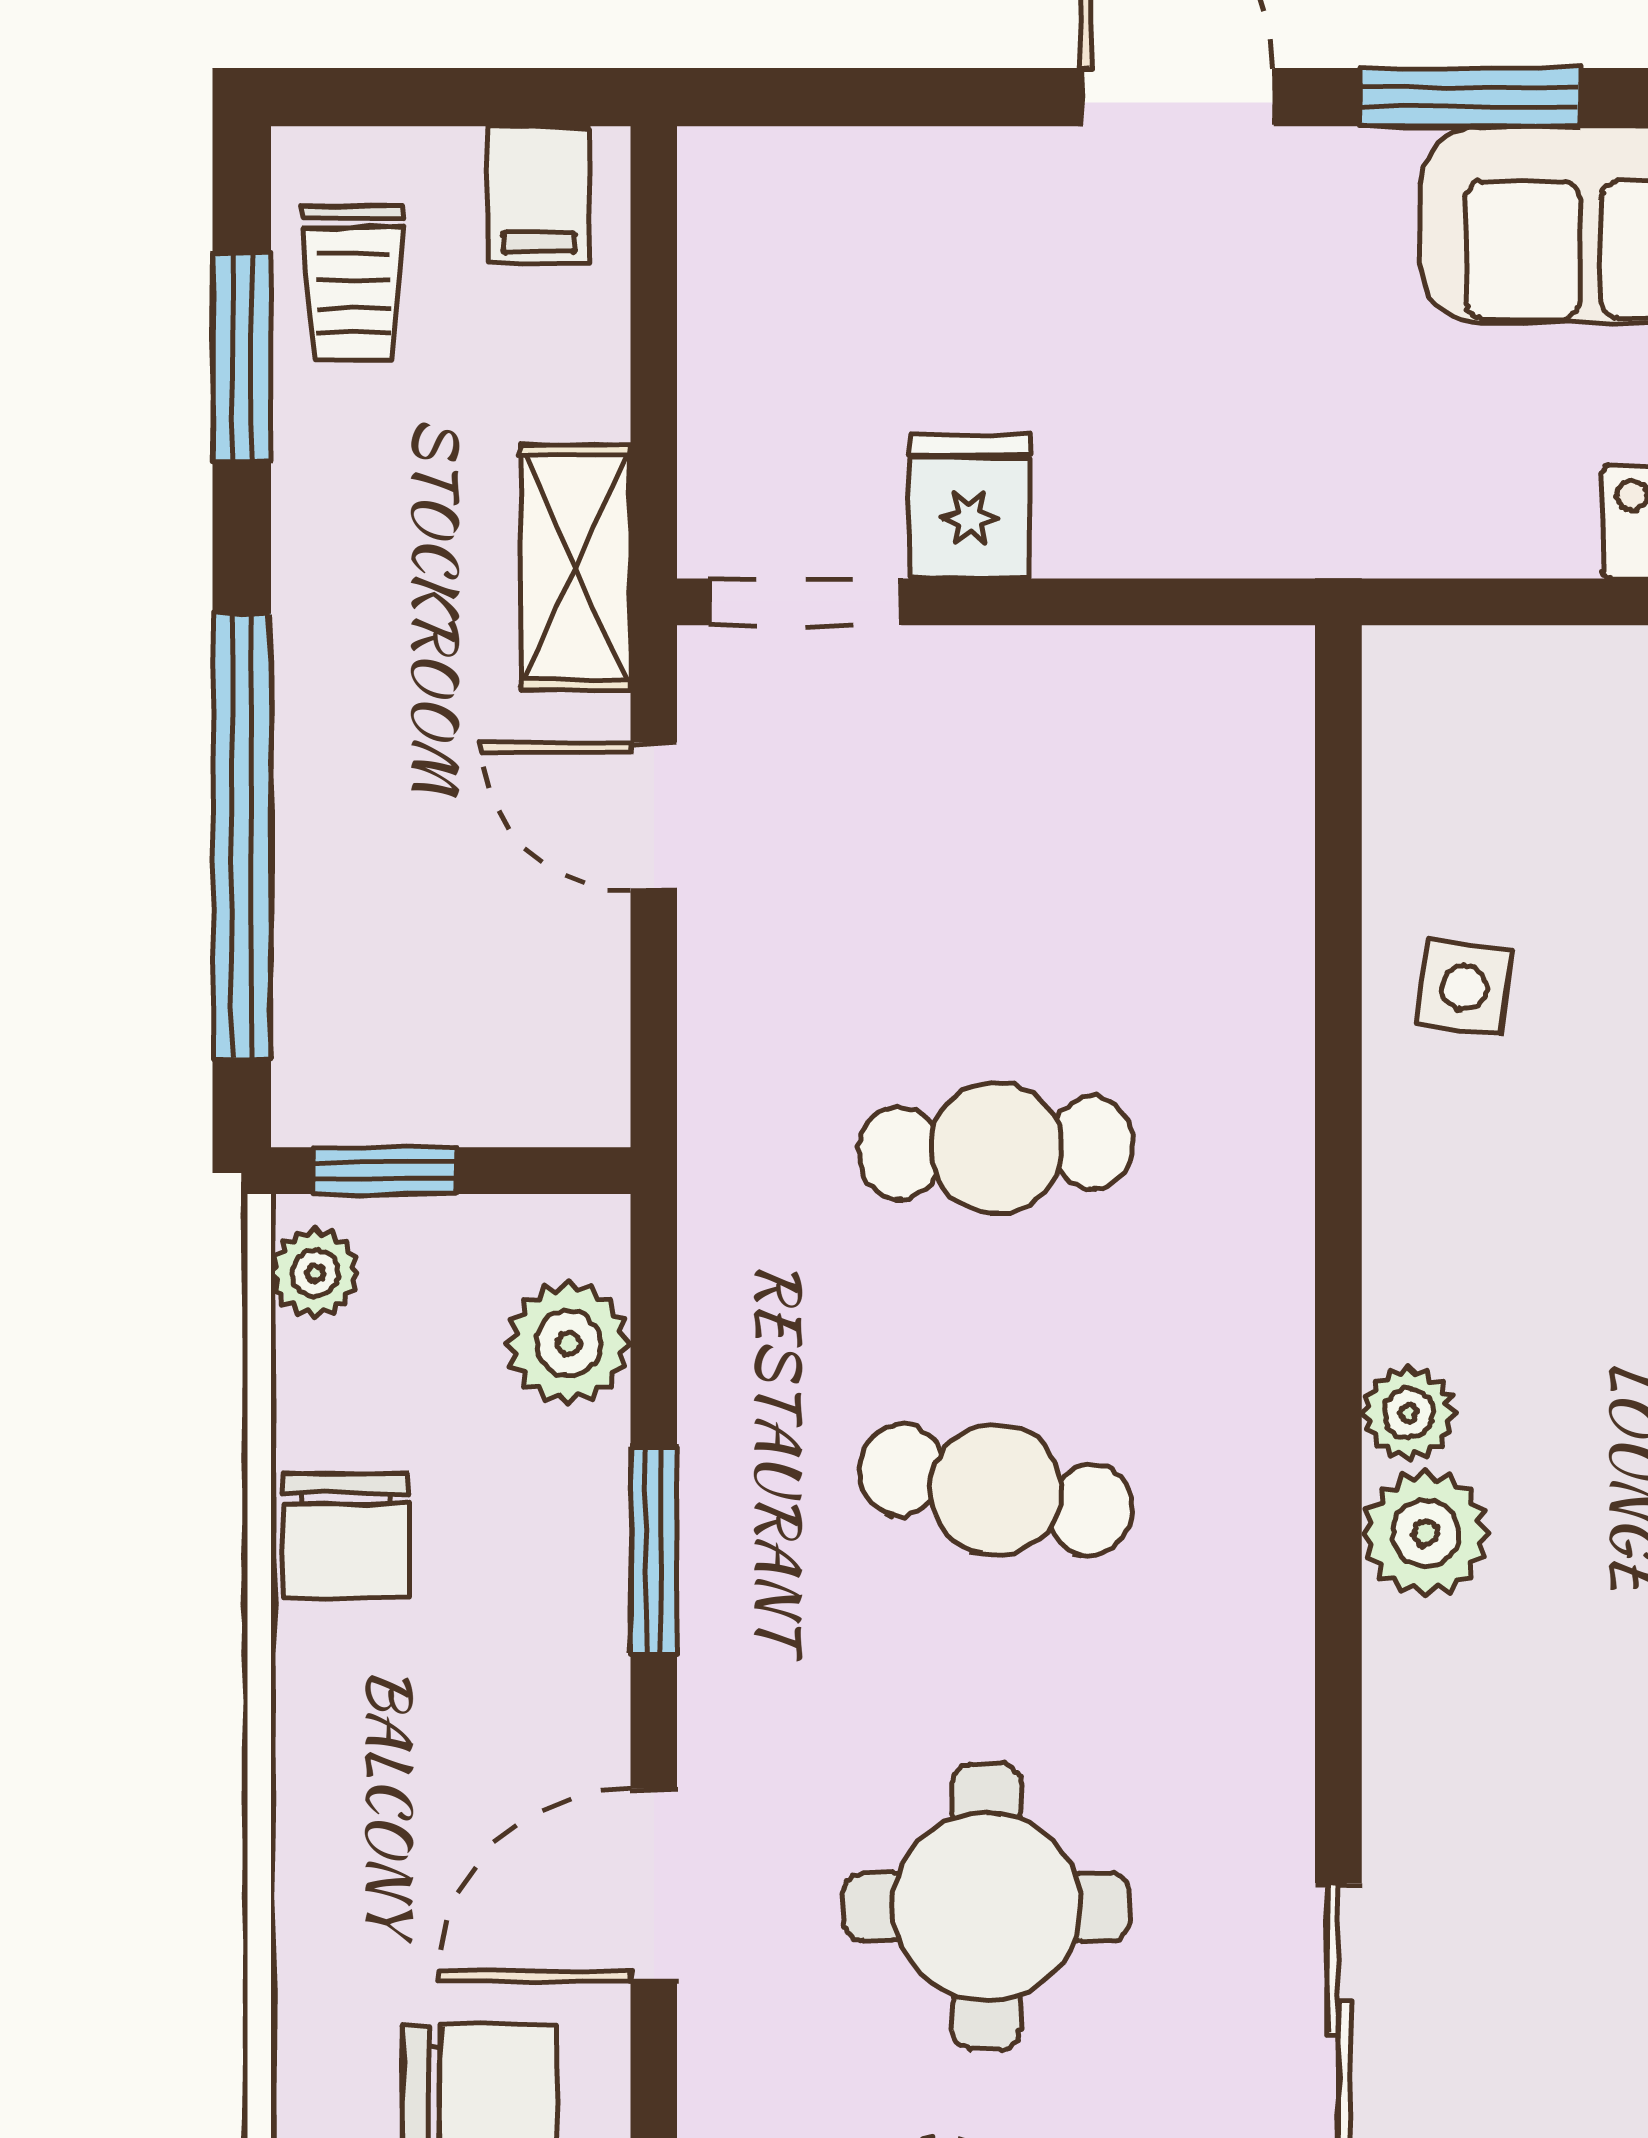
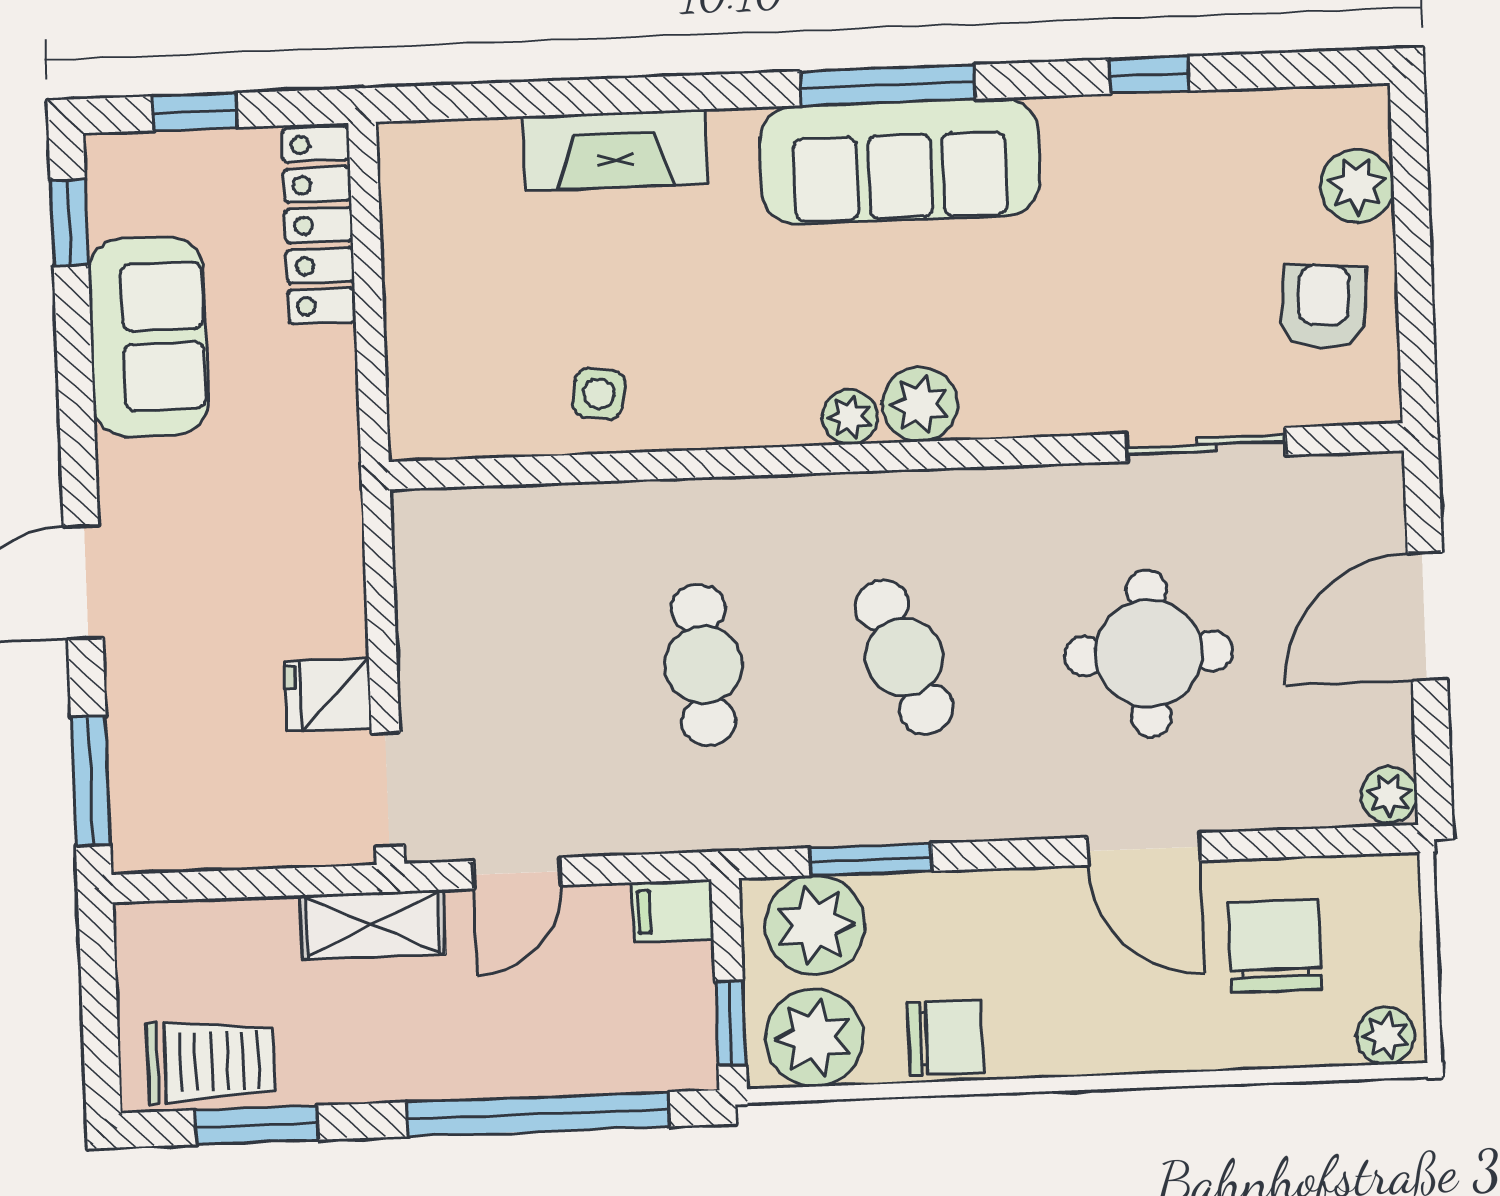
window: (1470, 97) -> (91, 781), moved
filing cabinet: (539, 194) -> (673, 911), moved, turned 180
trolley: (353, 283) -> (211, 1061), width x1.36, depth x1.39
plant: (315, 1273) -> (814, 1038), width x1.88, depth x1.88
plant: (568, 1343) -> (815, 925), width x1.36, depth x1.36
cafe table: (996, 1490) -> (904, 657), turned -33
window: (654, 1550) -> (871, 859), moved

